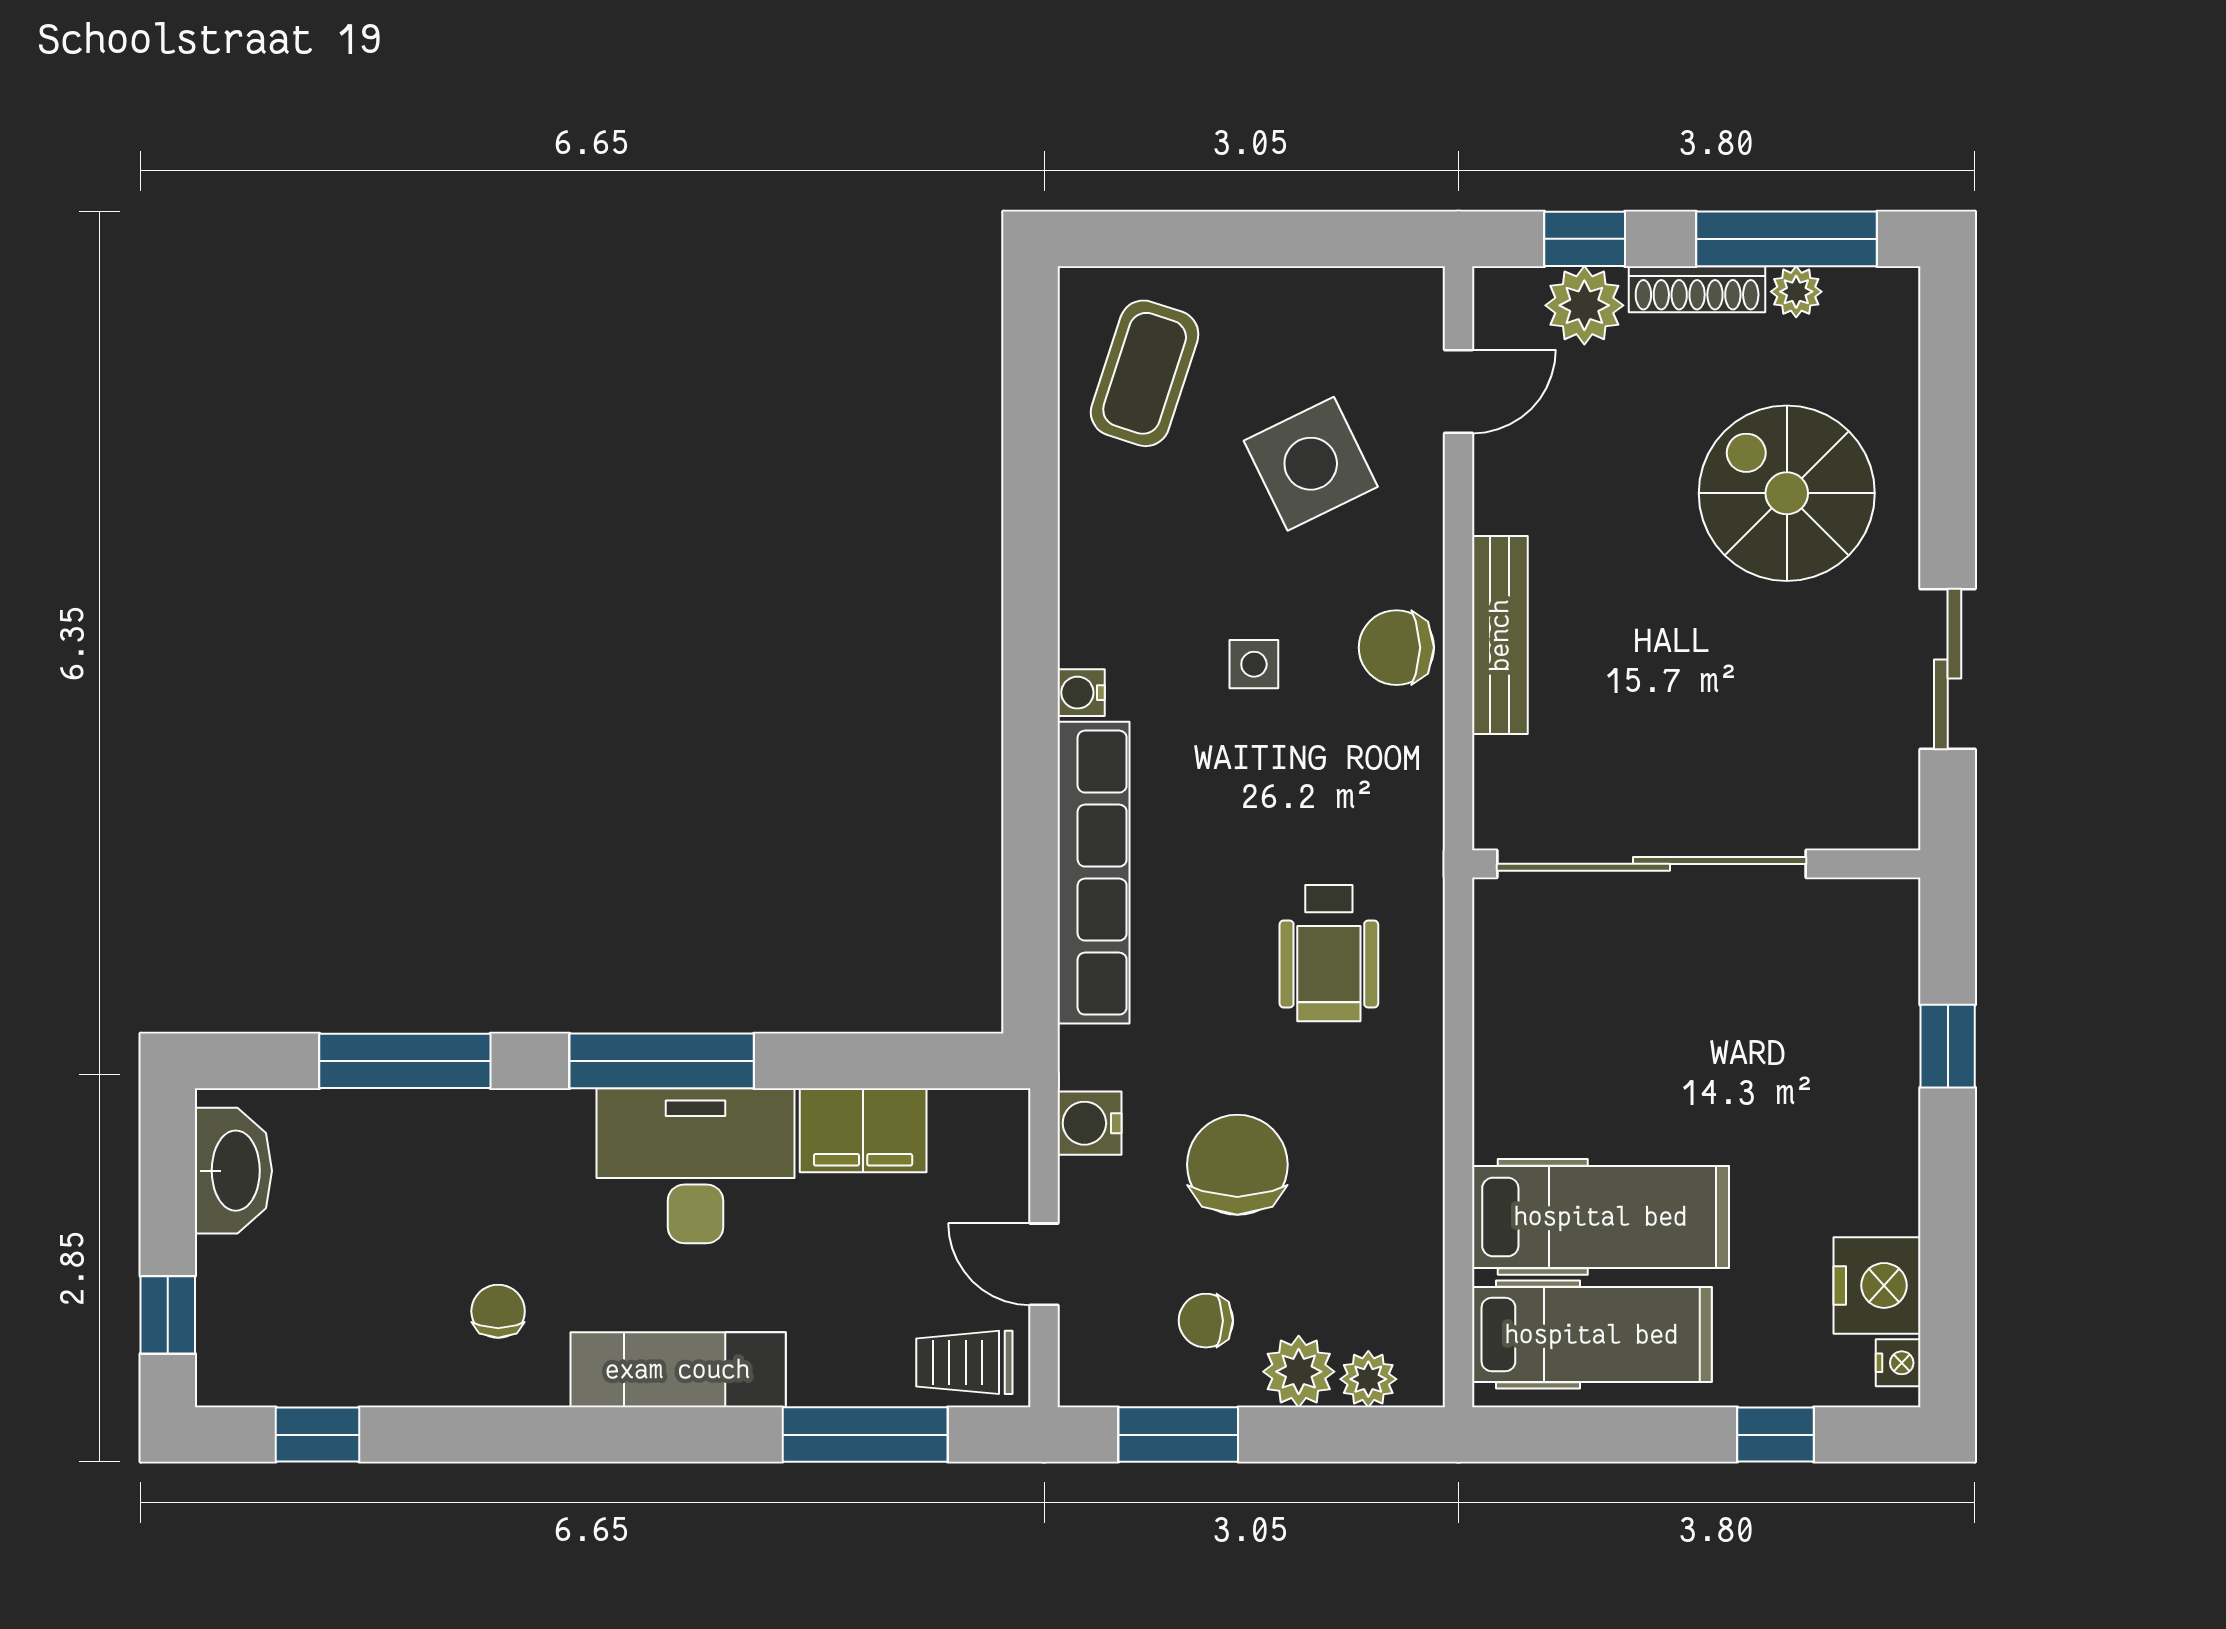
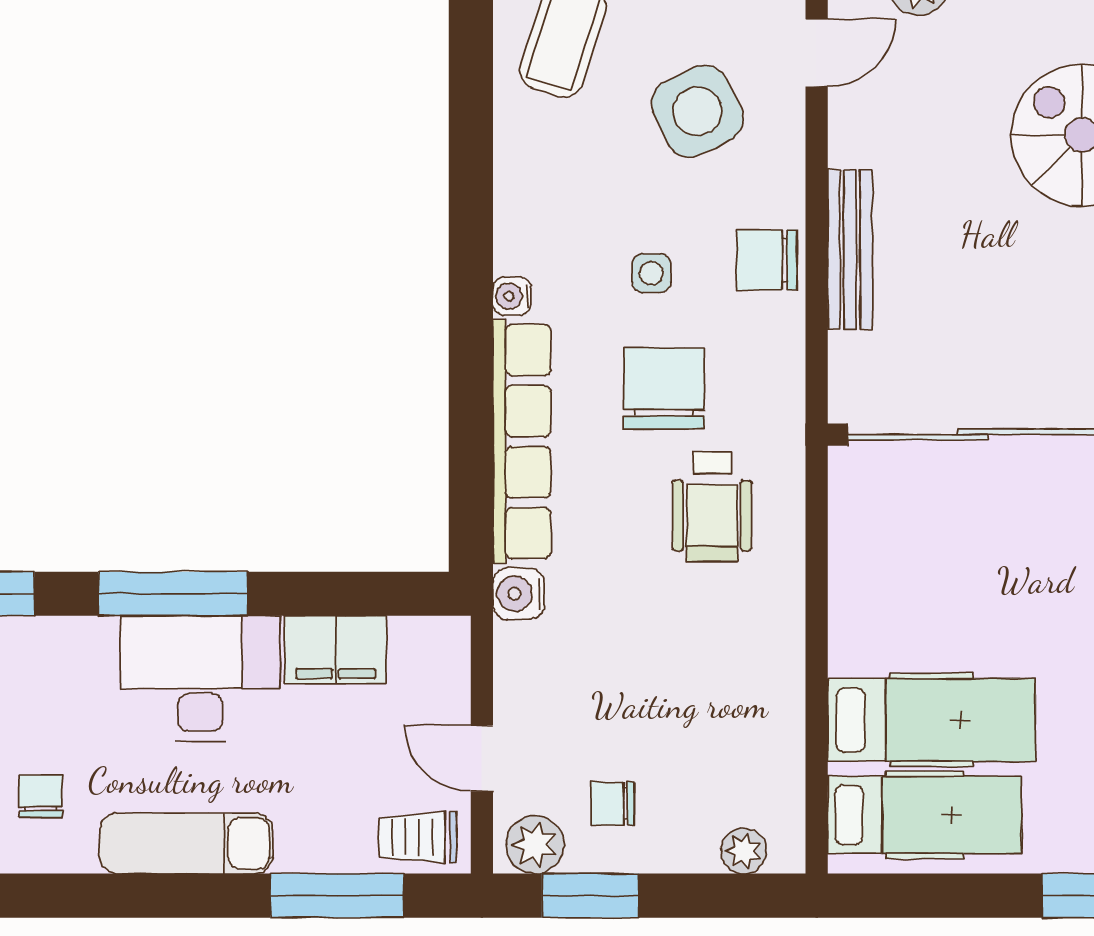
water cooler: (1089, 1123) -> (519, 594), moved
chair: (1237, 1165) -> (664, 388), moved
plant: (1299, 1372) -> (535, 845), moved

